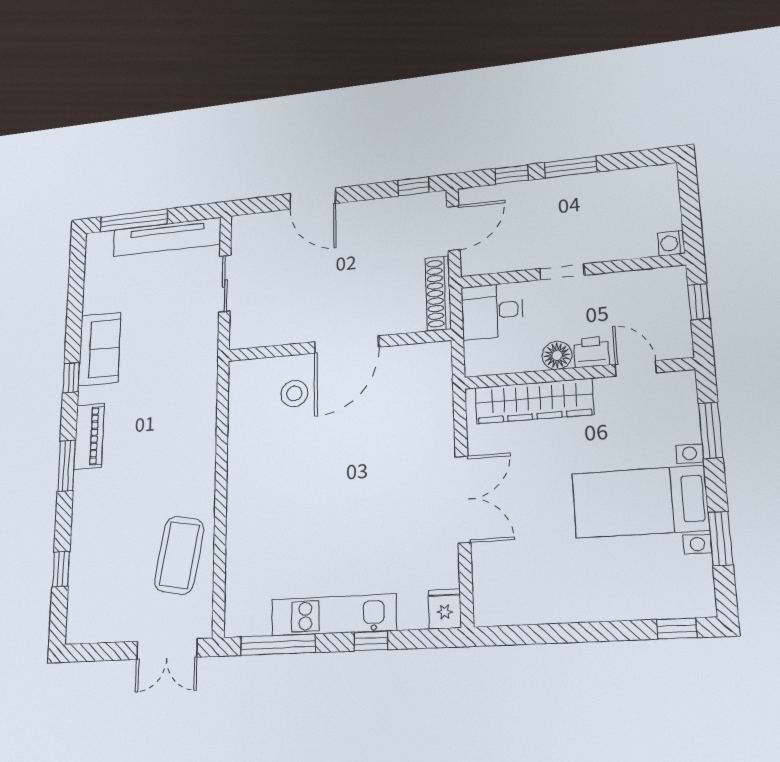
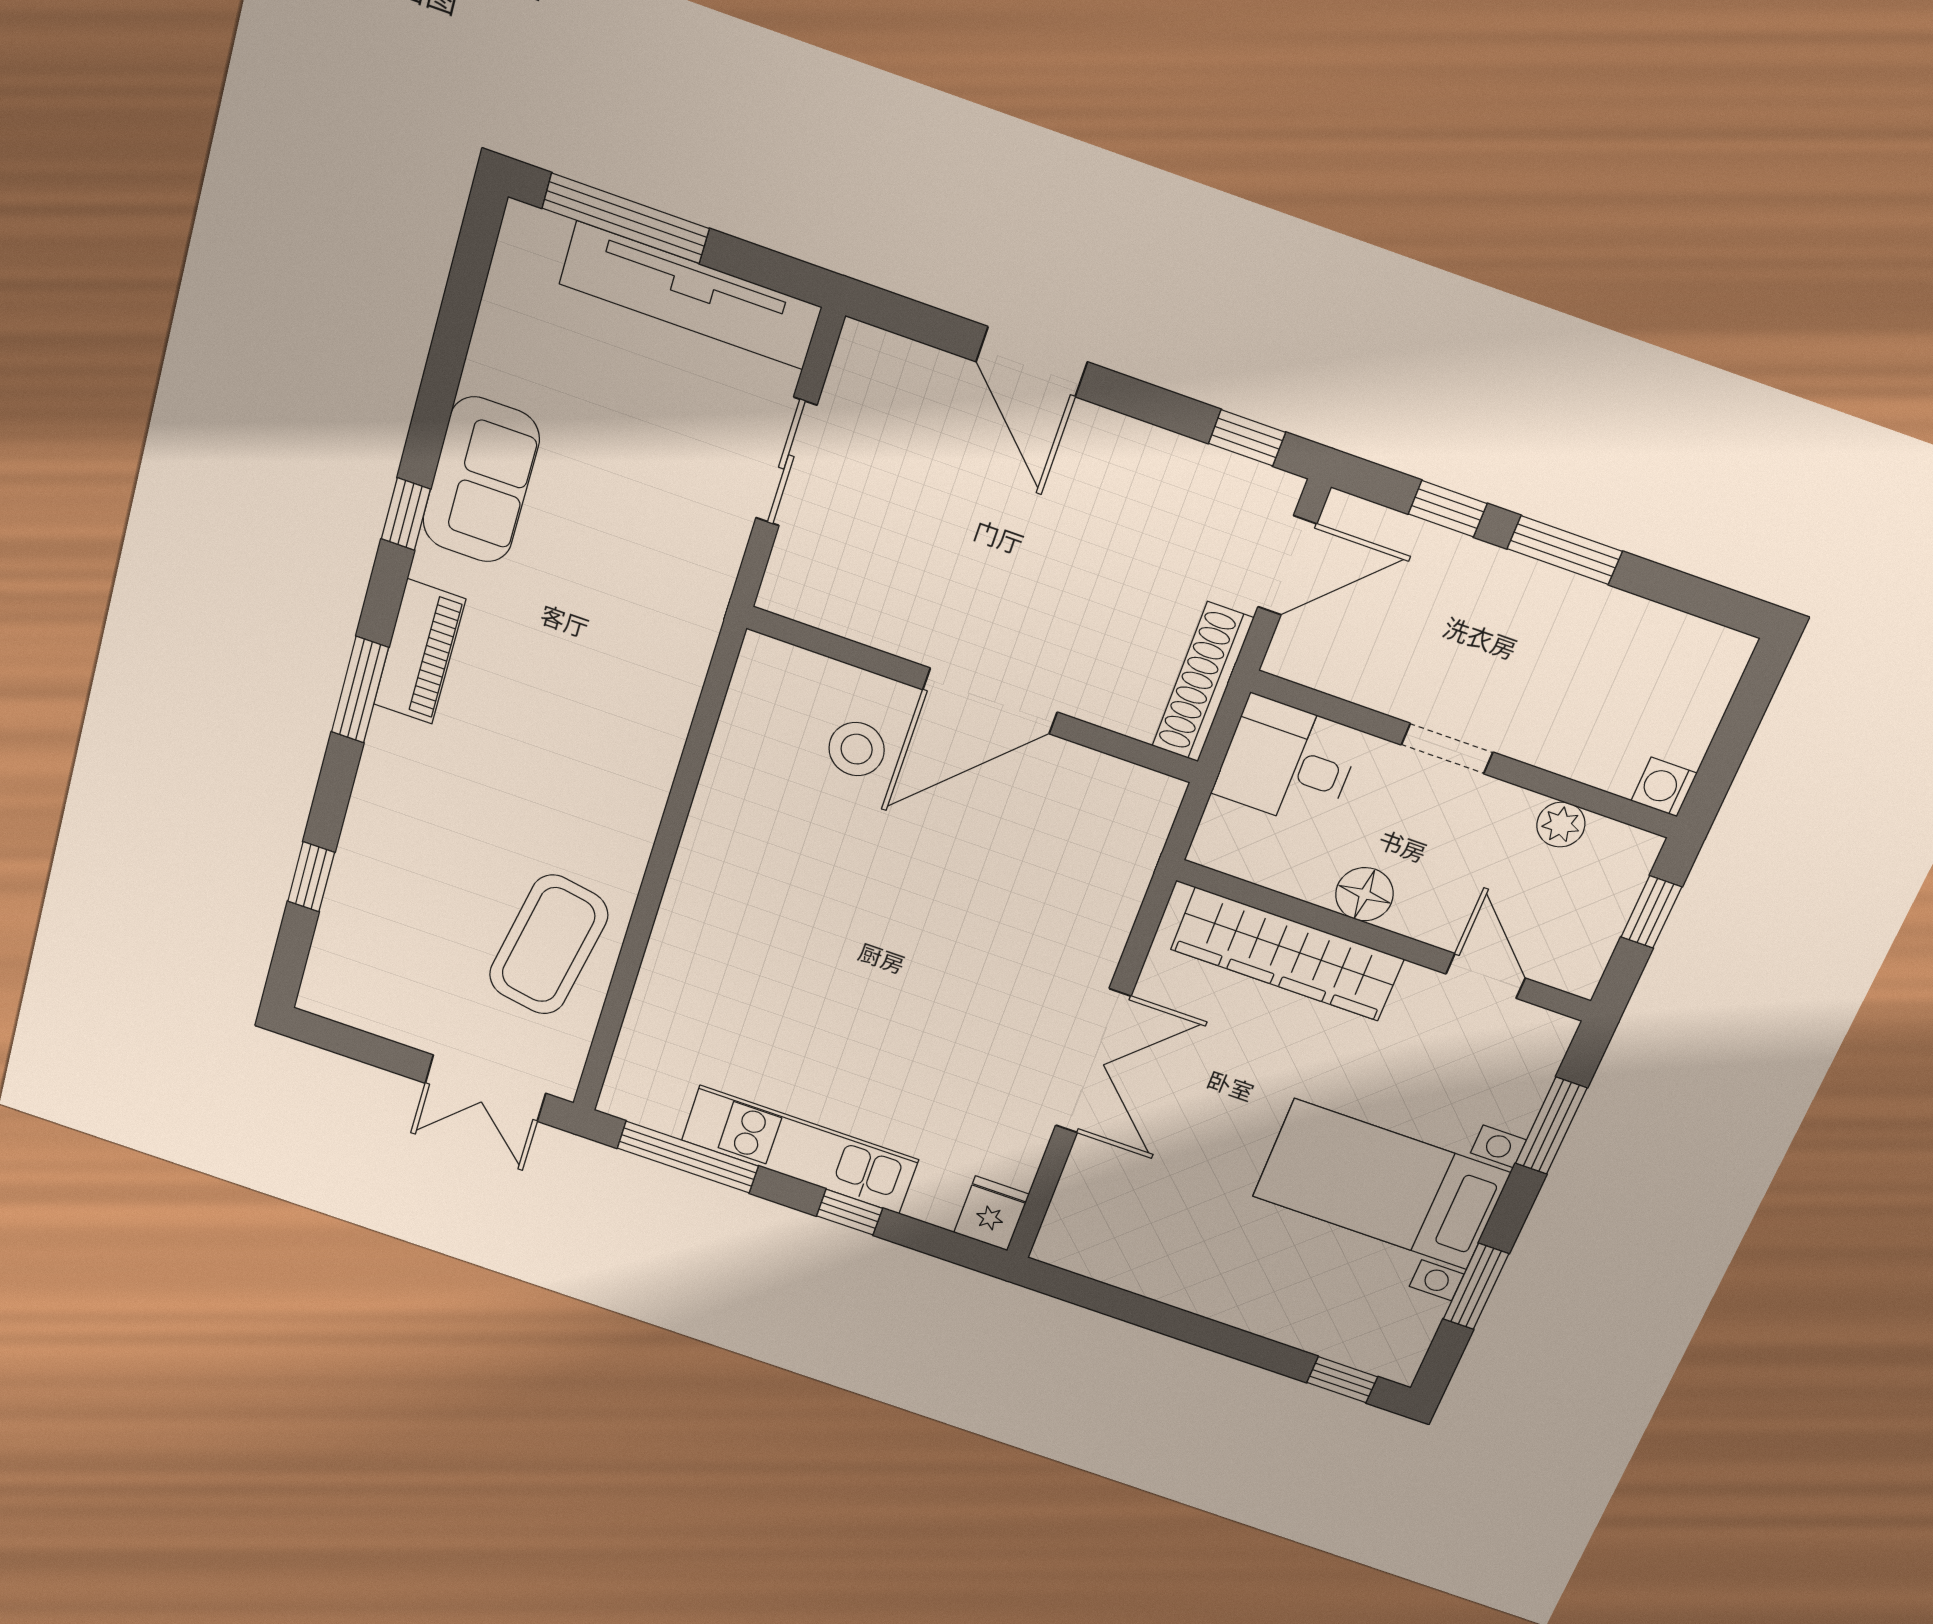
plant: (633, 281) -> (1561, 825), added
printer: (591, 352) -> (1426, 915), removed

